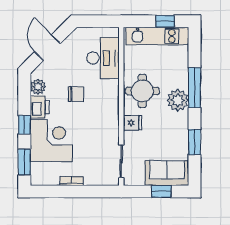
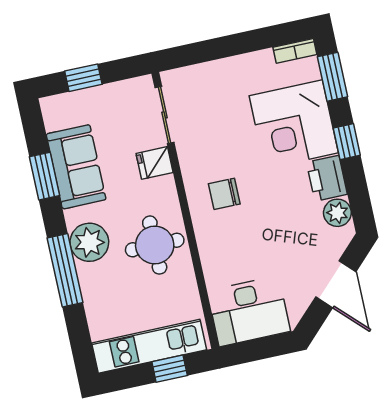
window: (165, 21) -> (170, 369), moved
desk: (103, 58) -> (249, 311), moved, turned -90
chair: (76, 94) -> (224, 194), moved
fridge: (133, 123) -> (155, 163), moved
sofa: (167, 173) -> (76, 167), moved, turned -90
bookcase: (71, 181) -> (295, 51), moved

